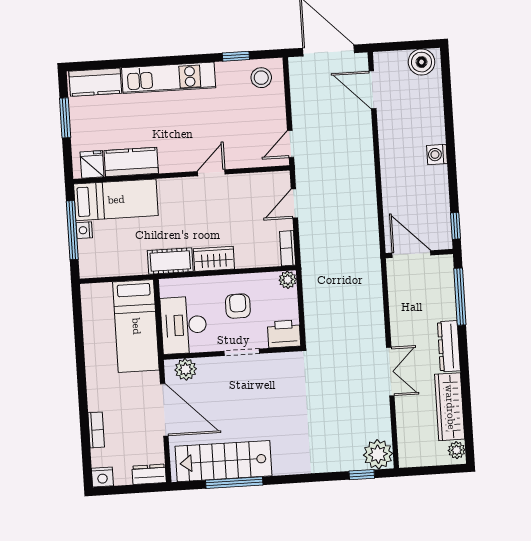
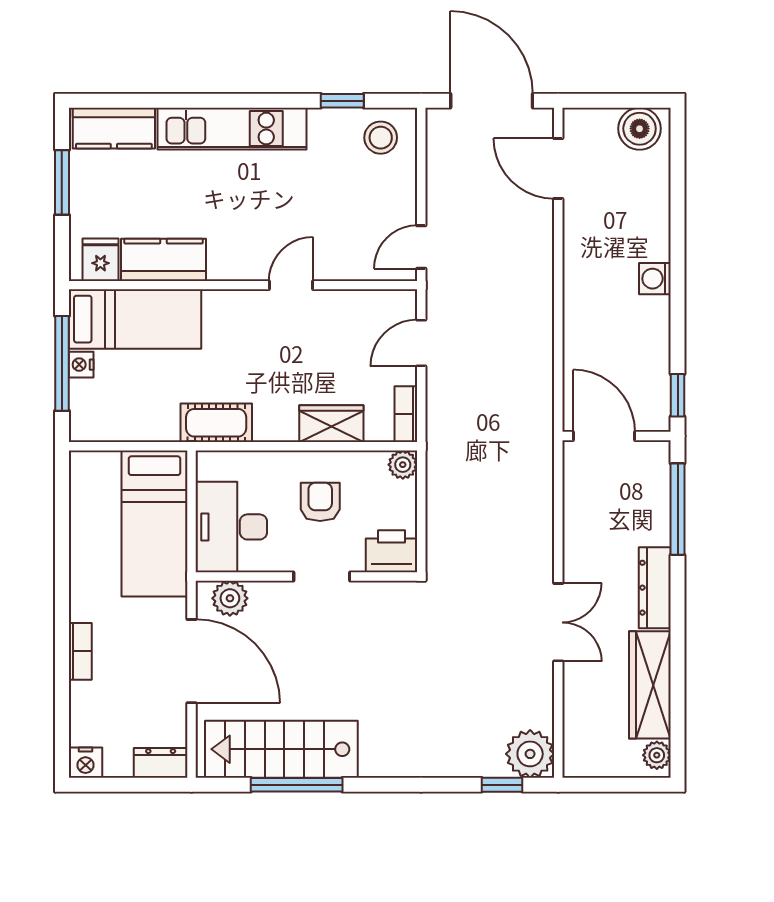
wardrobe: (214, 259) -> (331, 424), moved
bookcase: (96, 430) -> (80, 651), moved

